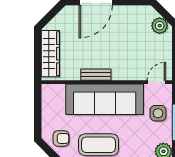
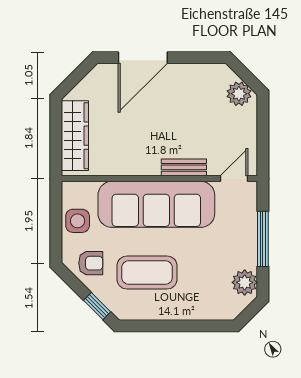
bench: (96, 75) -> (184, 167), moved
side table: (158, 113) -> (78, 221), moved

